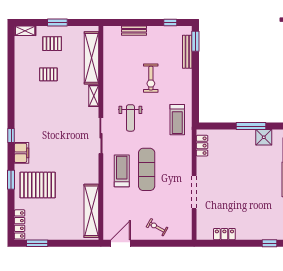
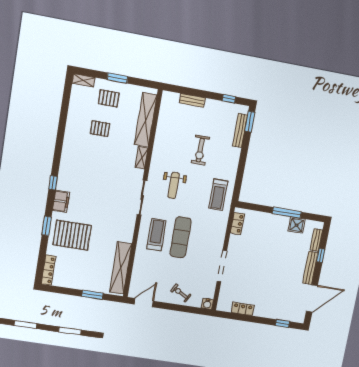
water cooler: (187, 234) -> (207, 304), added
window: (37, 243) -> (92, 295), moved

